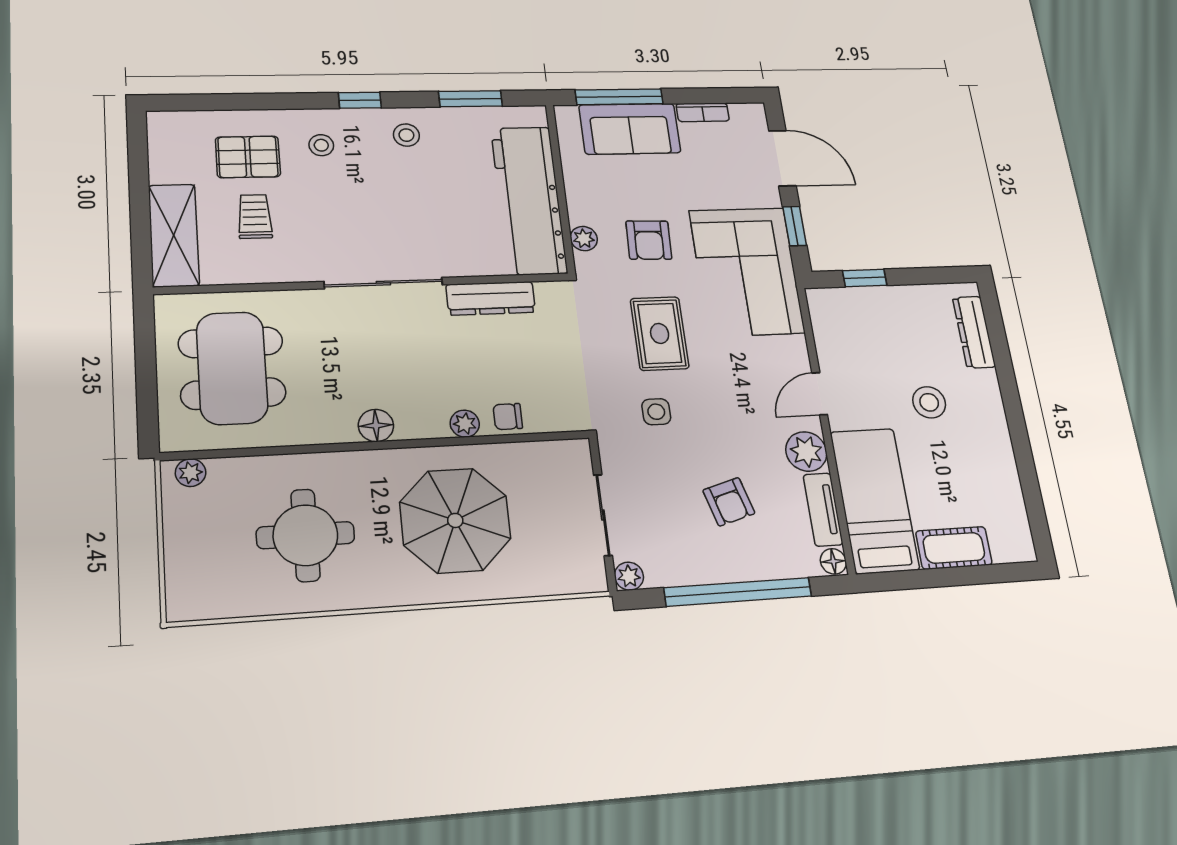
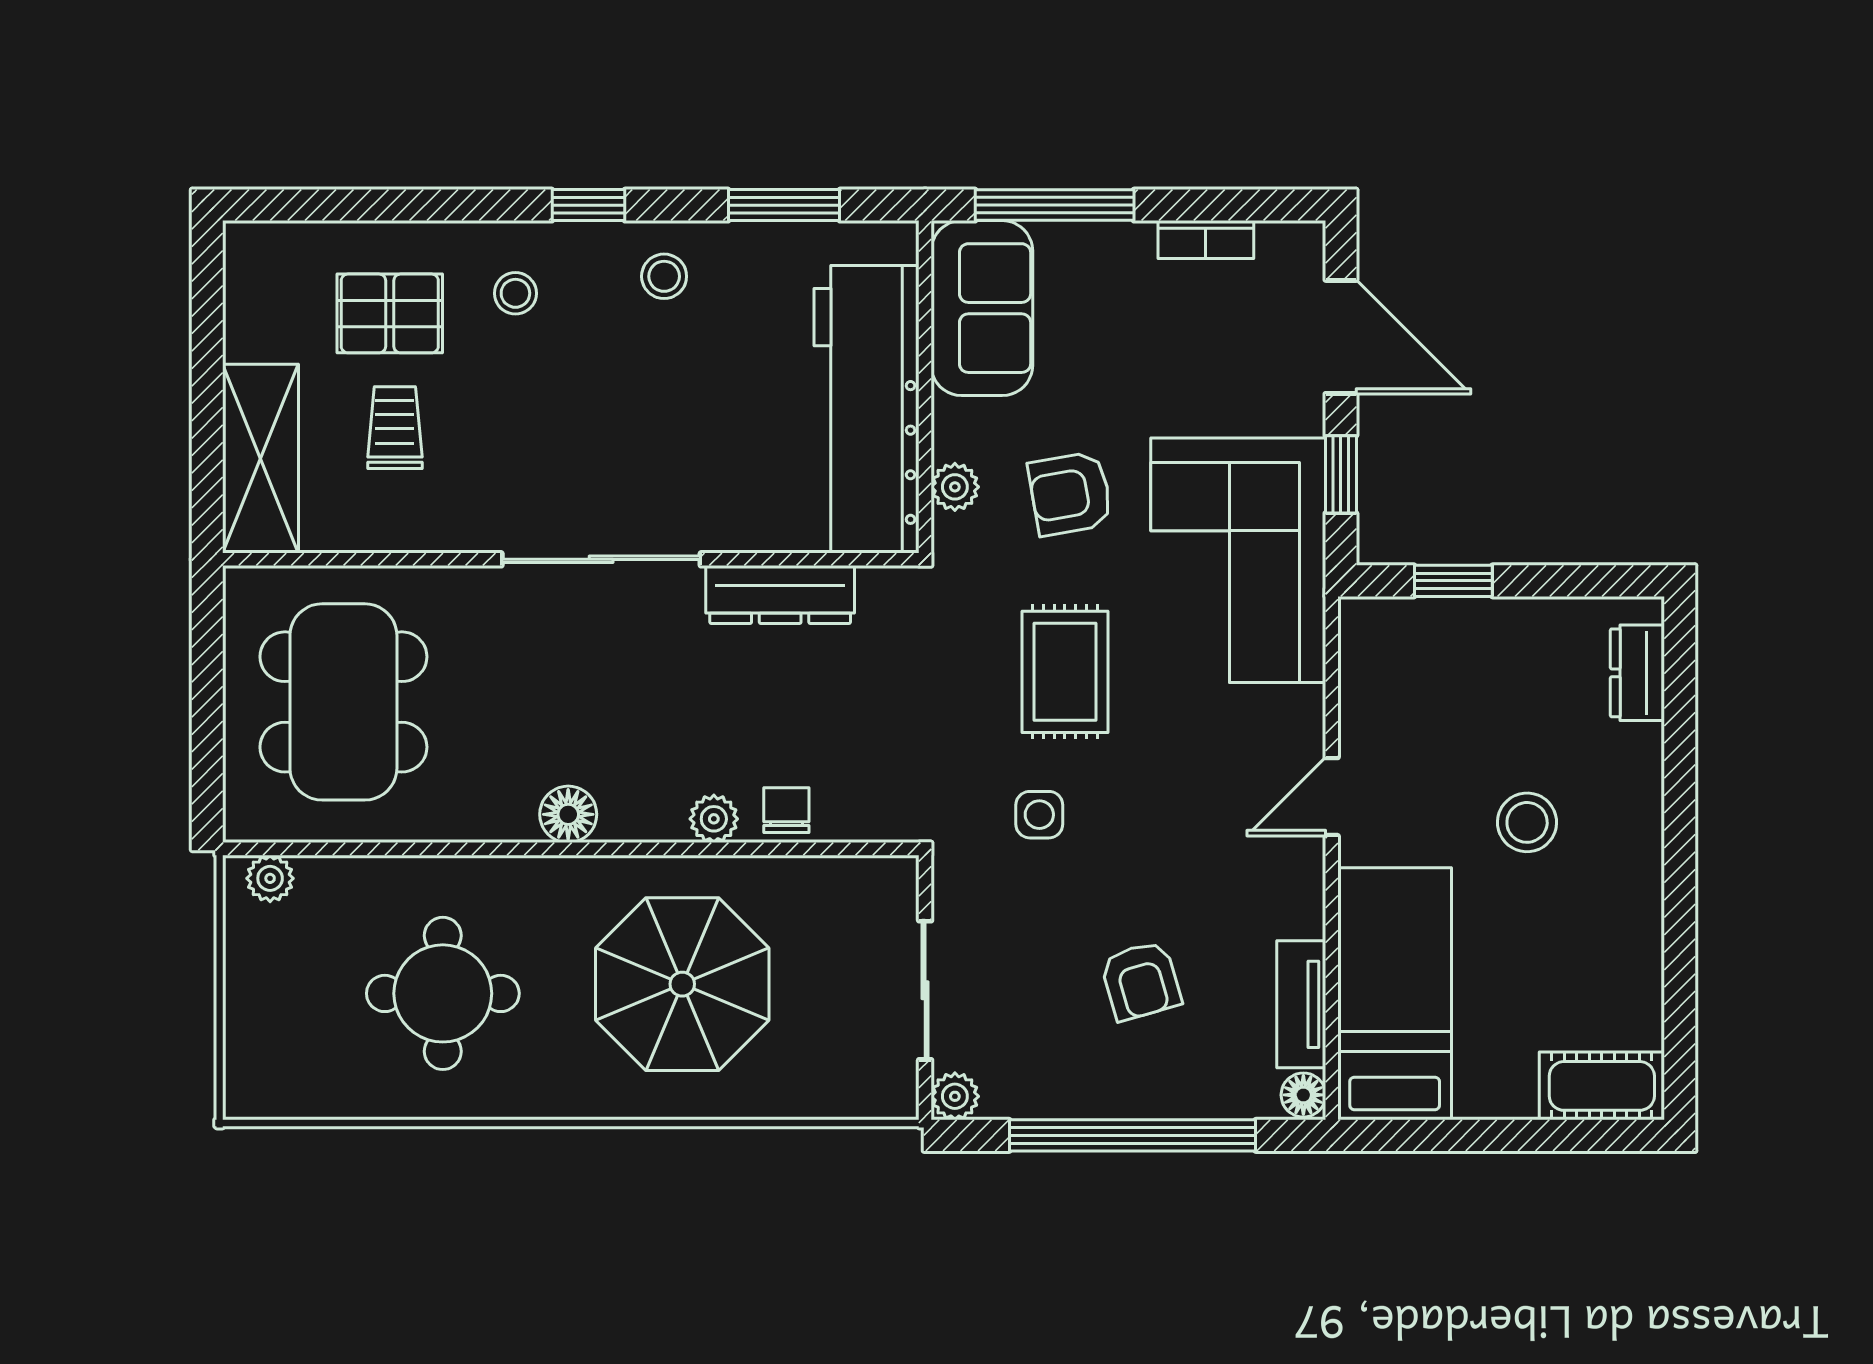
sofa: (630, 129) -> (982, 308), moved, turned -90
armchair: (649, 240) -> (1070, 494), turned 78
dresser: (974, 332) -> (1637, 673), width x0.70
chair: (508, 417) -> (786, 810), turned 90
plant: (806, 452) -> (1290, 900), removed
cot: (954, 548) -> (1602, 1086), moved

